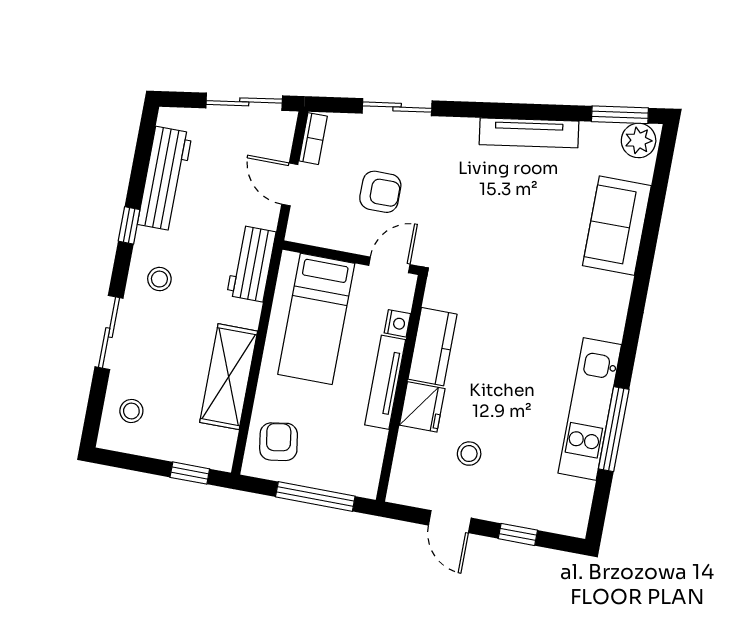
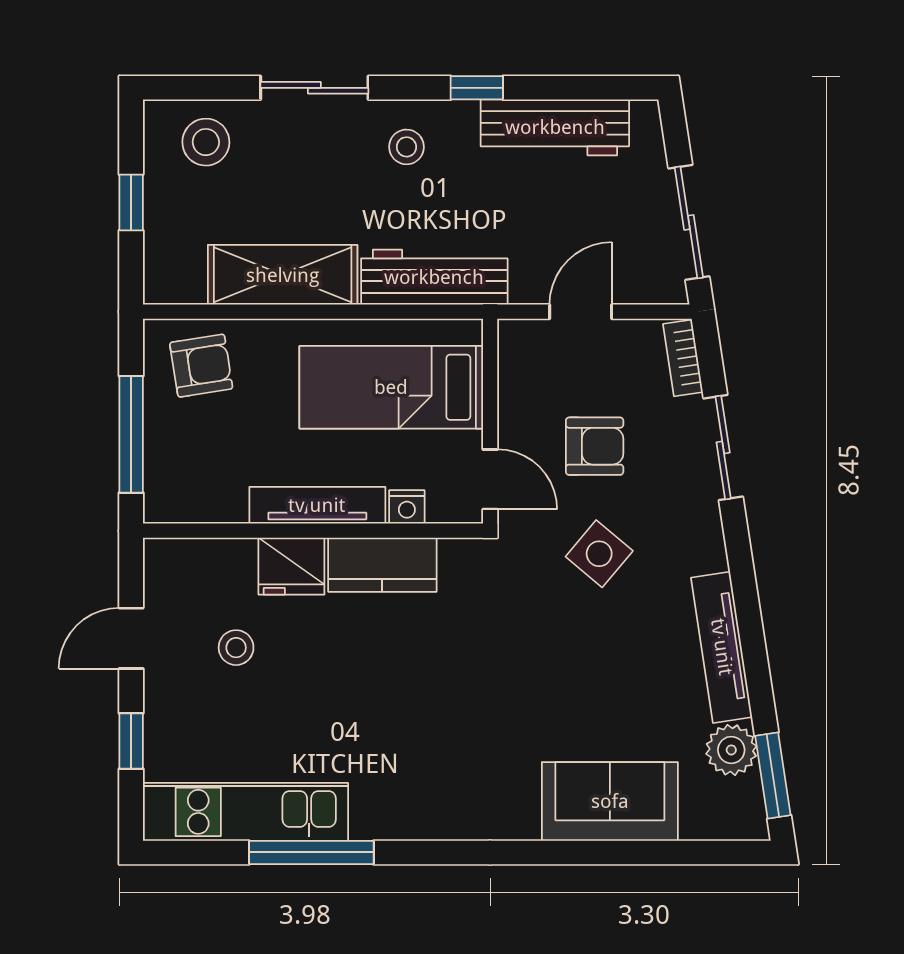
bookcase: (313, 139) -> (683, 358), moved, turned 81
plant: (639, 140) -> (731, 750), moved
armchair: (380, 192) -> (595, 446), turned -90
side table: (452, 202) -> (599, 554), added
workbench: (251, 264) -> (434, 277), width x1.38
kitchen unit: (590, 409) -> (245, 812), moved
stool: (131, 411) -> (206, 142), width x1.37, depth x1.37
window: (190, 473) -> (131, 202), moved

